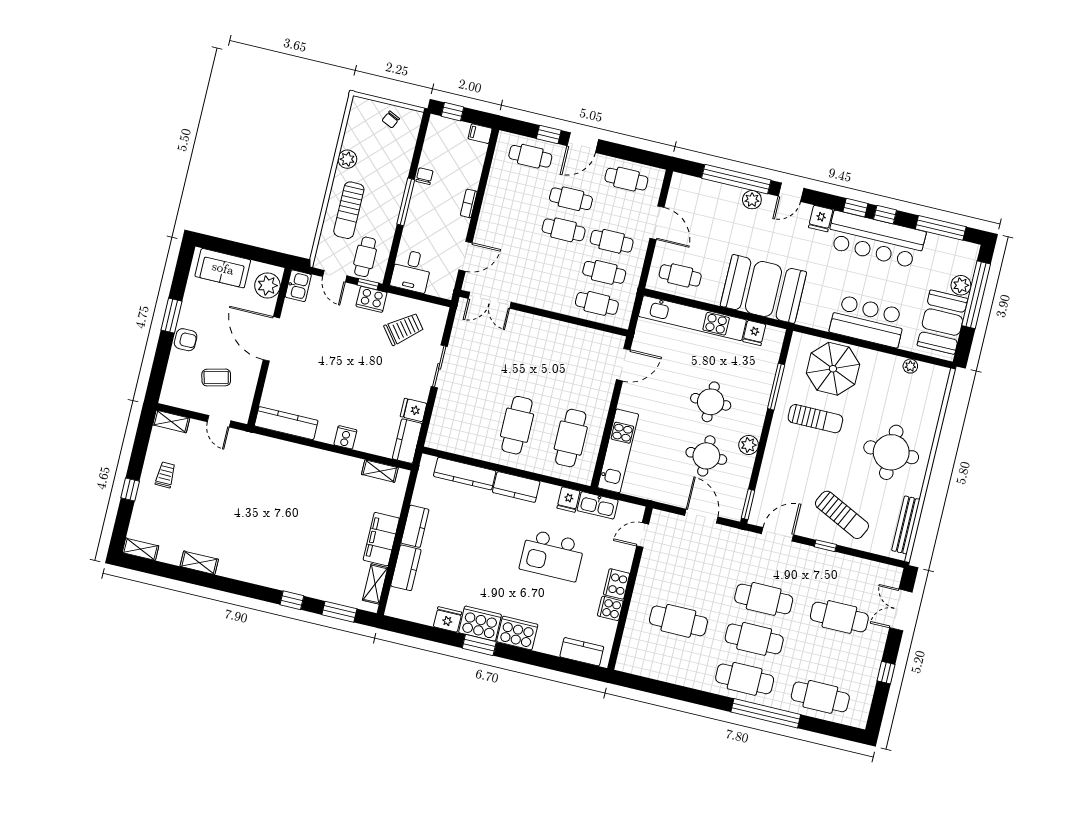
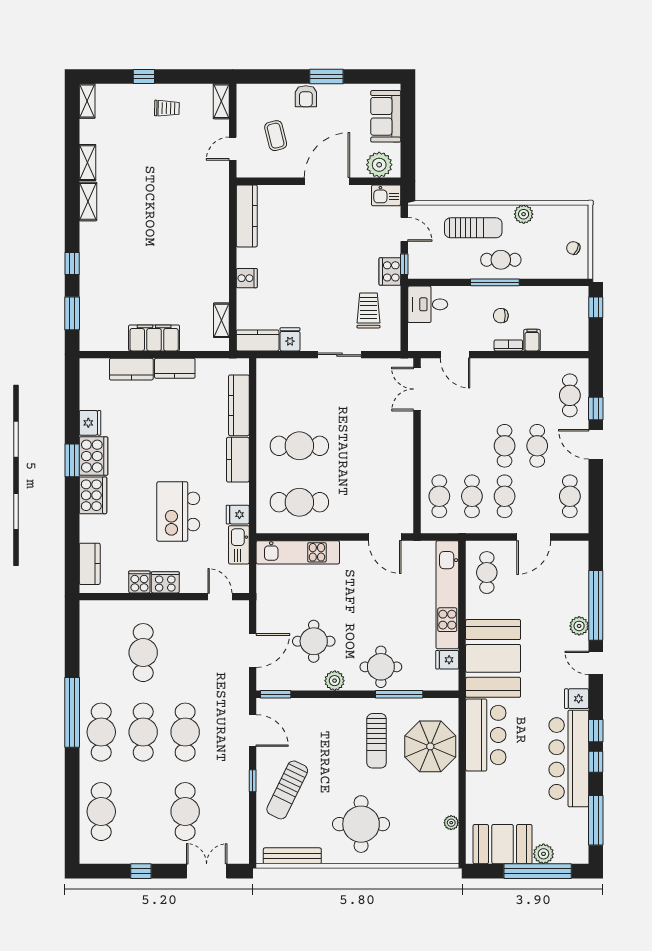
filing cabinet: (480, 134) -> (532, 340), moved
chair: (424, 176) -> (501, 316), moved, turned 180
sun lounger: (349, 210) -> (473, 228), turned 180
cafe table: (365, 257) -> (501, 260), moved
door: (335, 276) -> (404, 229), swing flipped
bar counter: (868, 321) -> (486, 735), moved
trolley: (404, 329) -> (368, 310), turned -142
round table: (711, 402) -> (381, 667), moved
shelving: (375, 584) -> (88, 201), moved, turned 90
window: (766, 713) -> (72, 712), moved

